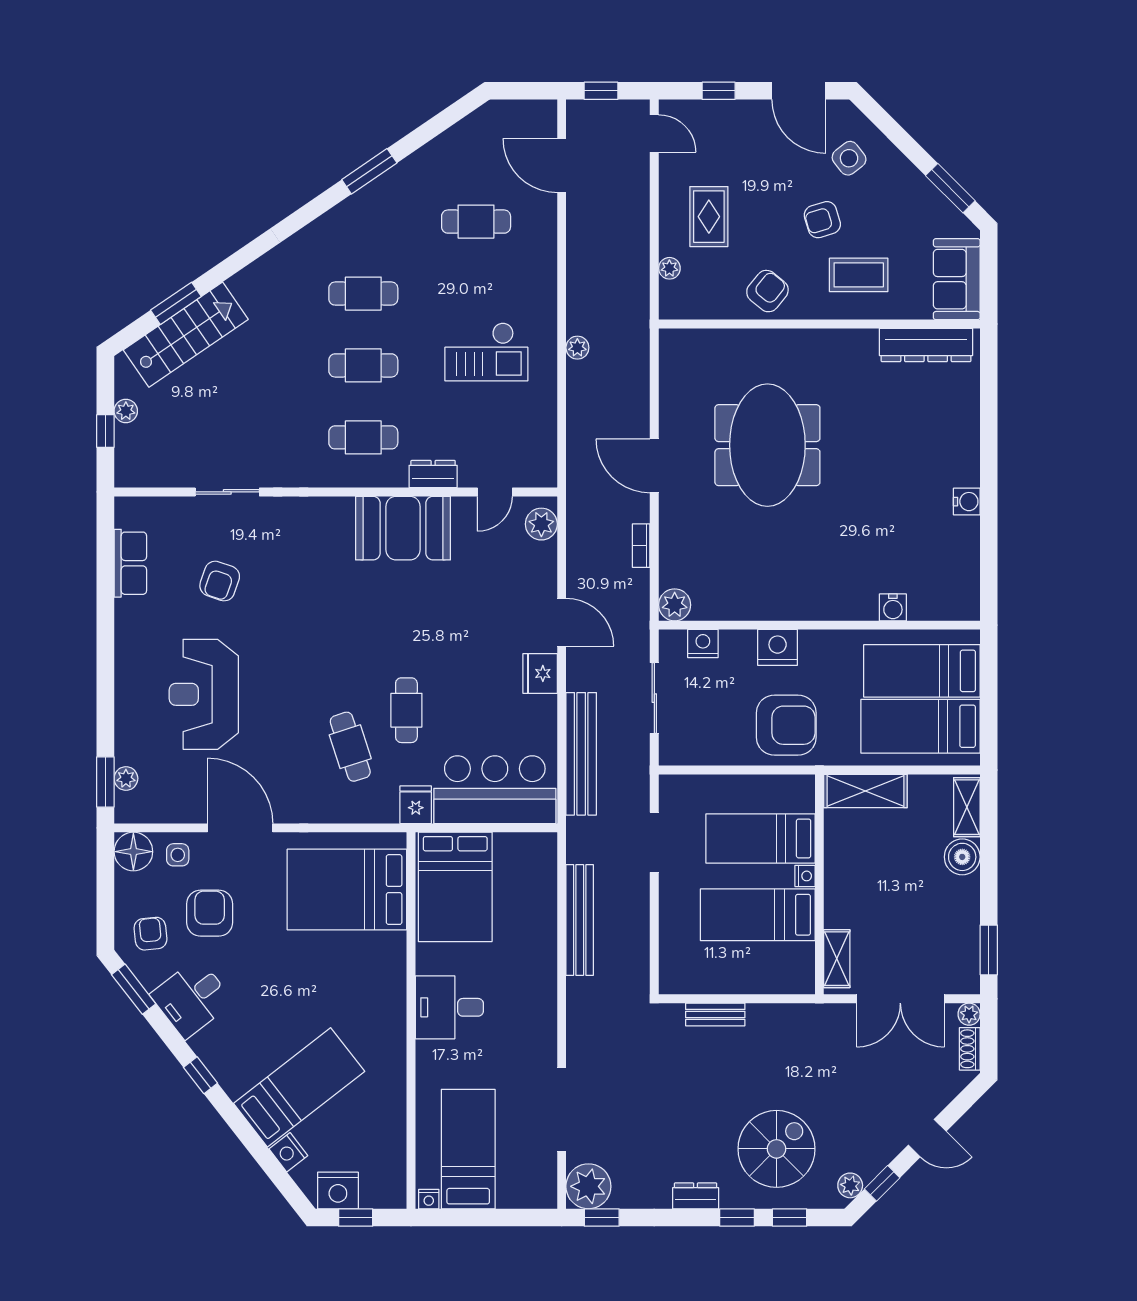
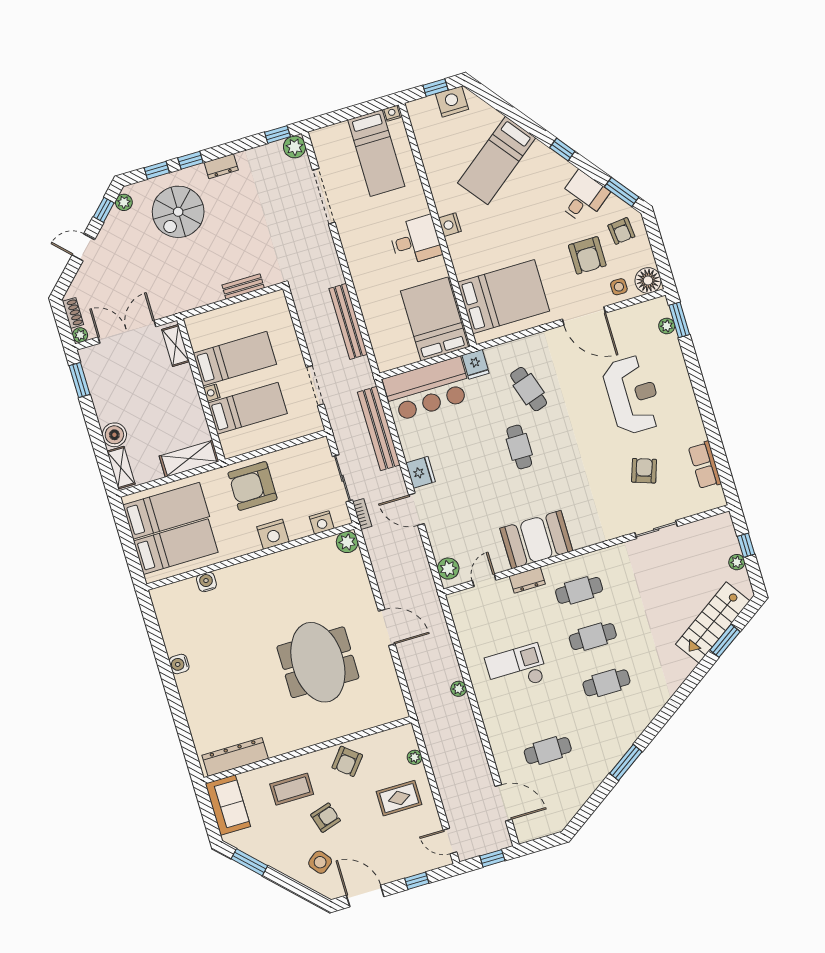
rug: (709, 217) -> (399, 798), turned 90
bookcase: (641, 546) -> (362, 514), moved
cafe table: (406, 710) -> (519, 447), moved
nightstand: (288, 1152) -> (450, 225), moved, turned -142
plant: (588, 1186) -> (295, 147), width x0.73, depth x0.73

